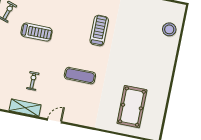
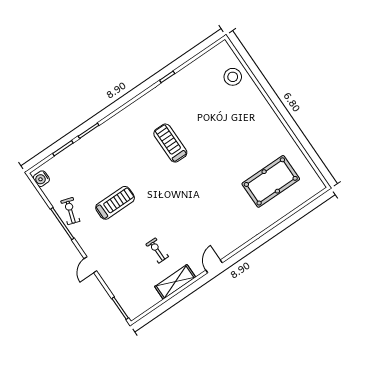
exercise mat: (80, 76) -> (195, 202), removed
pool table: (132, 107) -> (271, 181), turned 90

